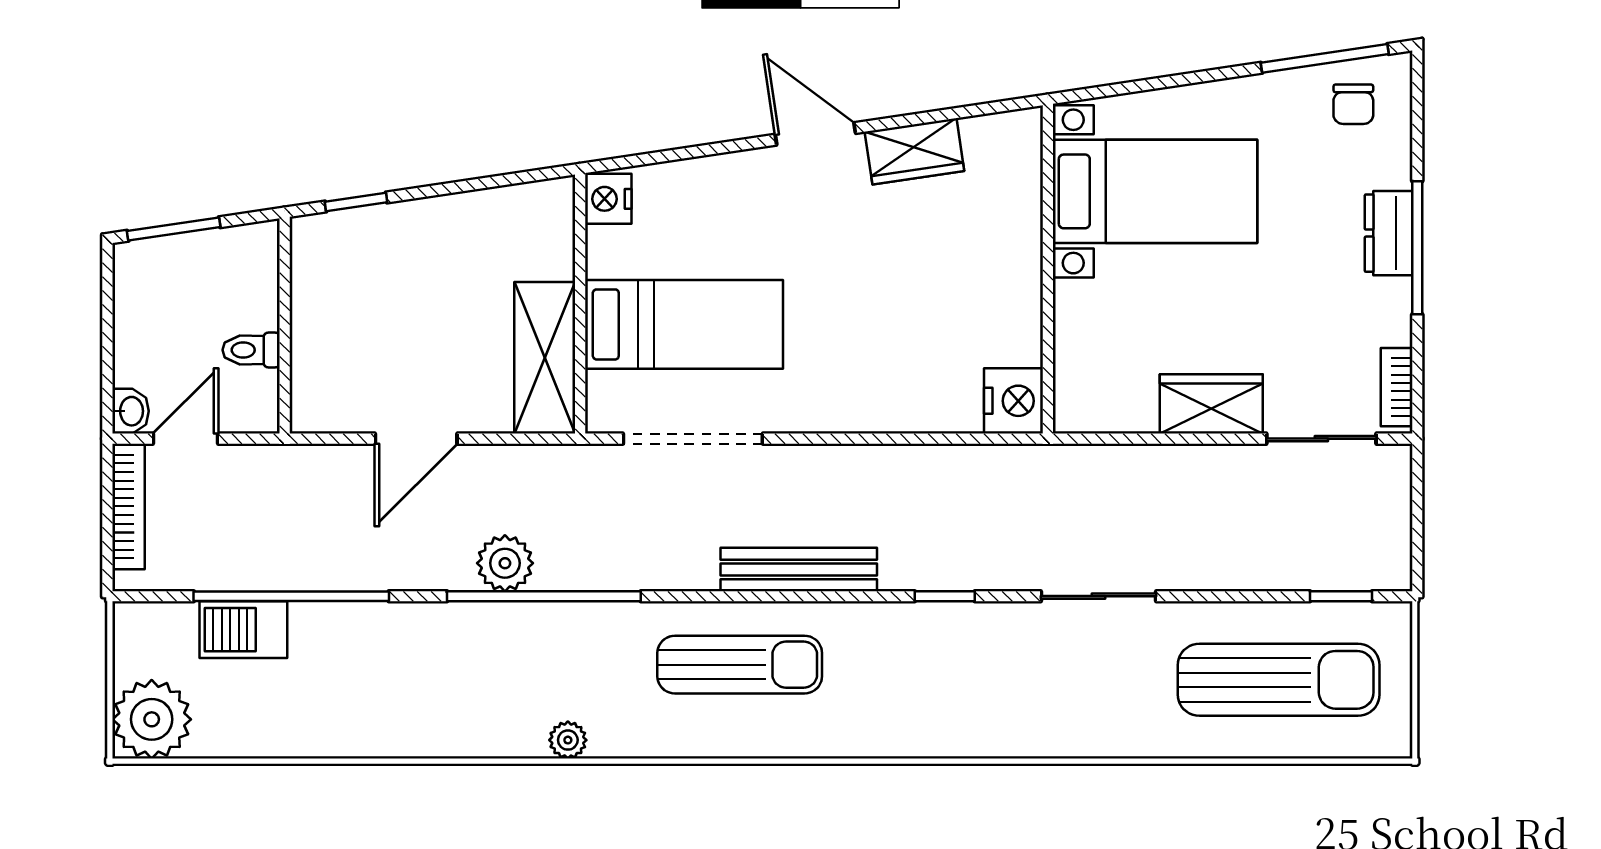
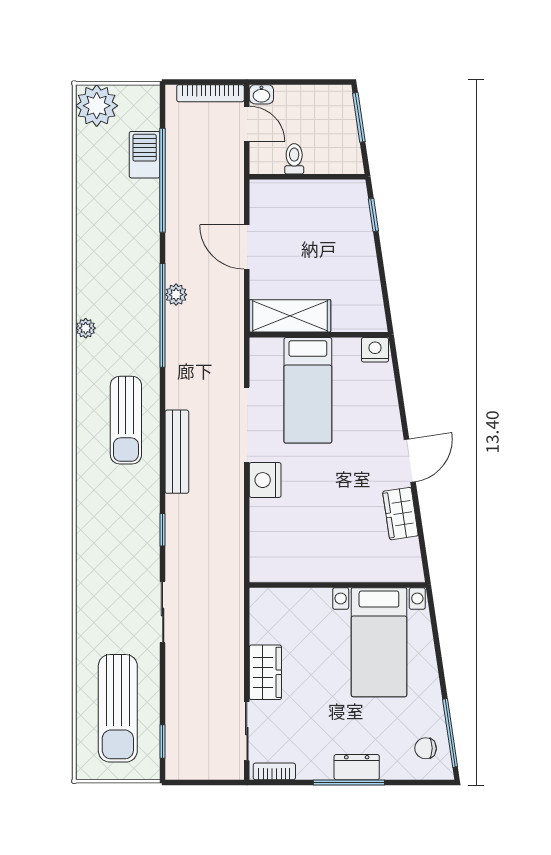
nightstand: (1014, 401) -> (265, 480), moved, turned 90
doorway: (693, 439) -> (247, 425), moved
plant: (505, 563) -> (176, 295), width x0.73, depth x0.73

